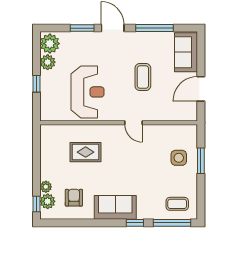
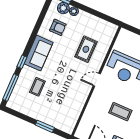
door: (133, 123) -> (97, 80), moved
side table: (179, 158) -> (54, 112), removed
coffee table: (177, 204) -> (37, 87), moved

